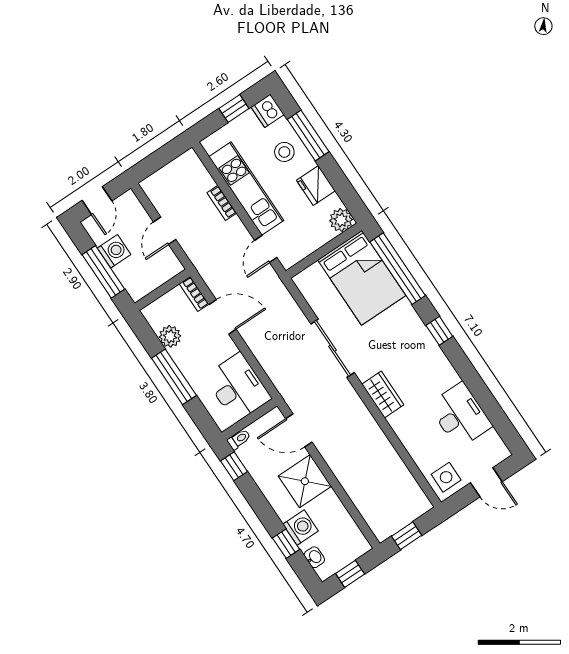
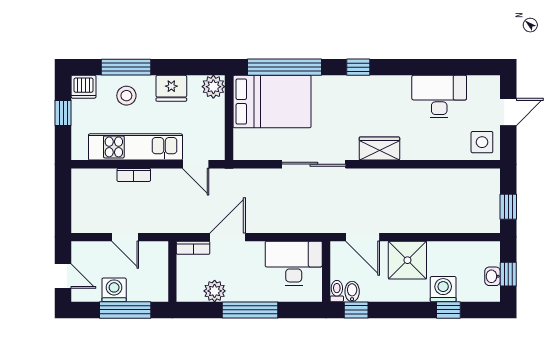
door: (299, 430) -> (363, 237), hinge flipped
bidet: (247, 452) -> (352, 292), added
washbasin: (314, 557) -> (493, 276), moved, turned -90

